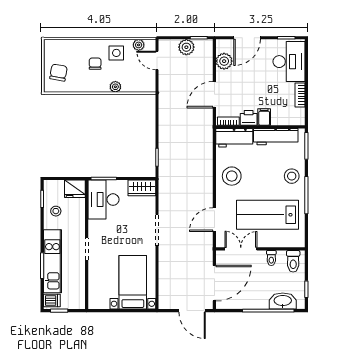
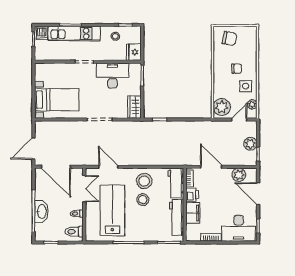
plant: (115, 87) -> (222, 107), moved, width x1.88, depth x1.88
filing cabinet: (264, 117) -> (193, 213), width x2.00
stool: (292, 176) -> (143, 200), moved
desk: (103, 200) -> (113, 75), moved
washbasin: (283, 301) -> (41, 211), moved

